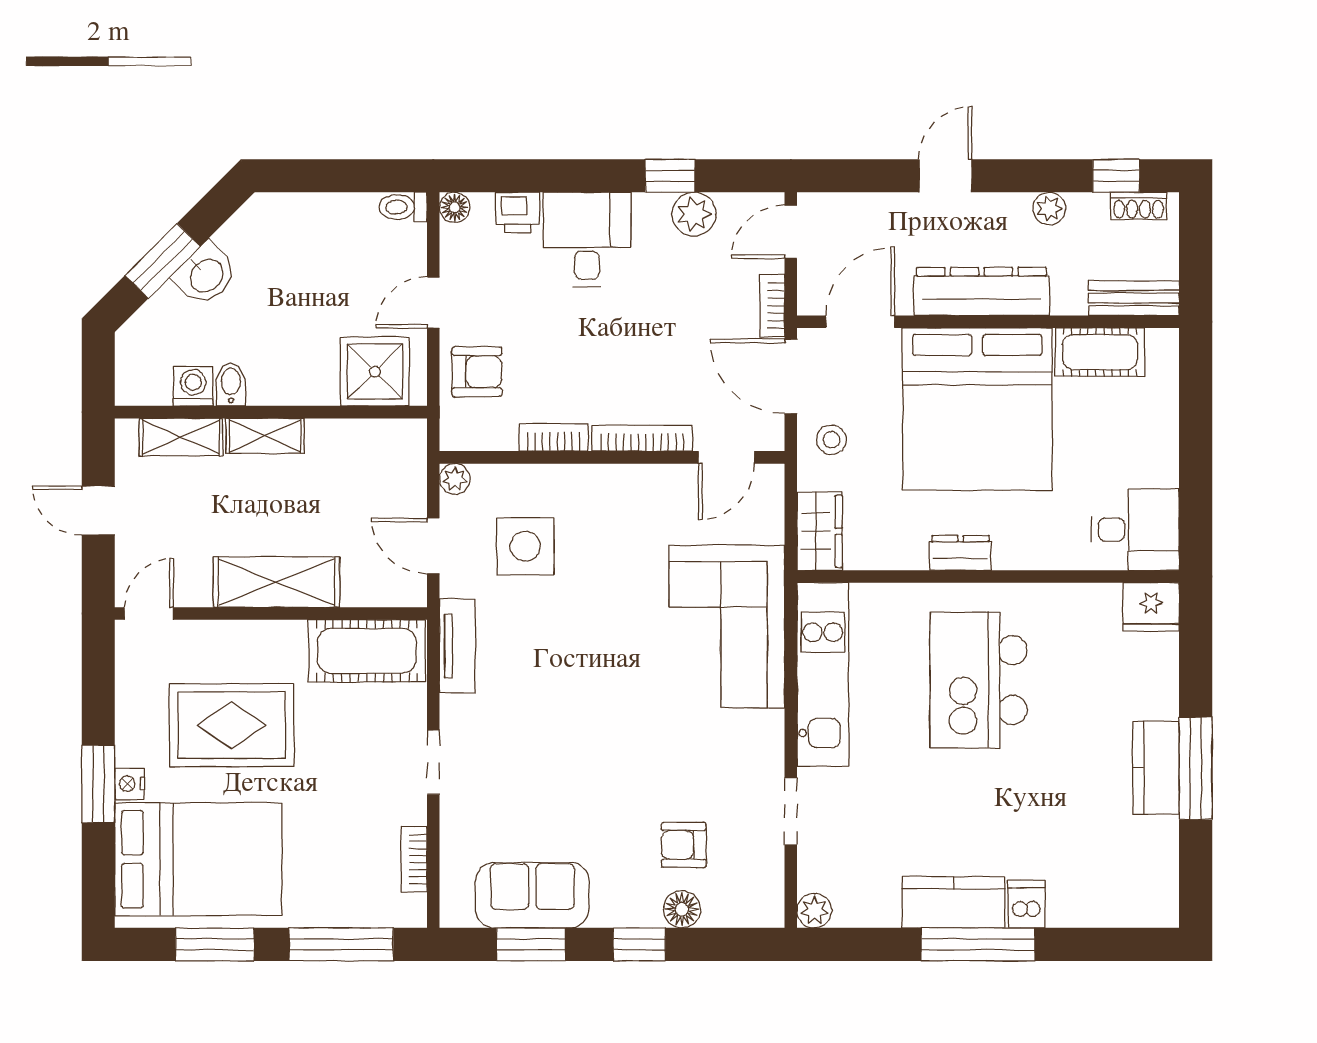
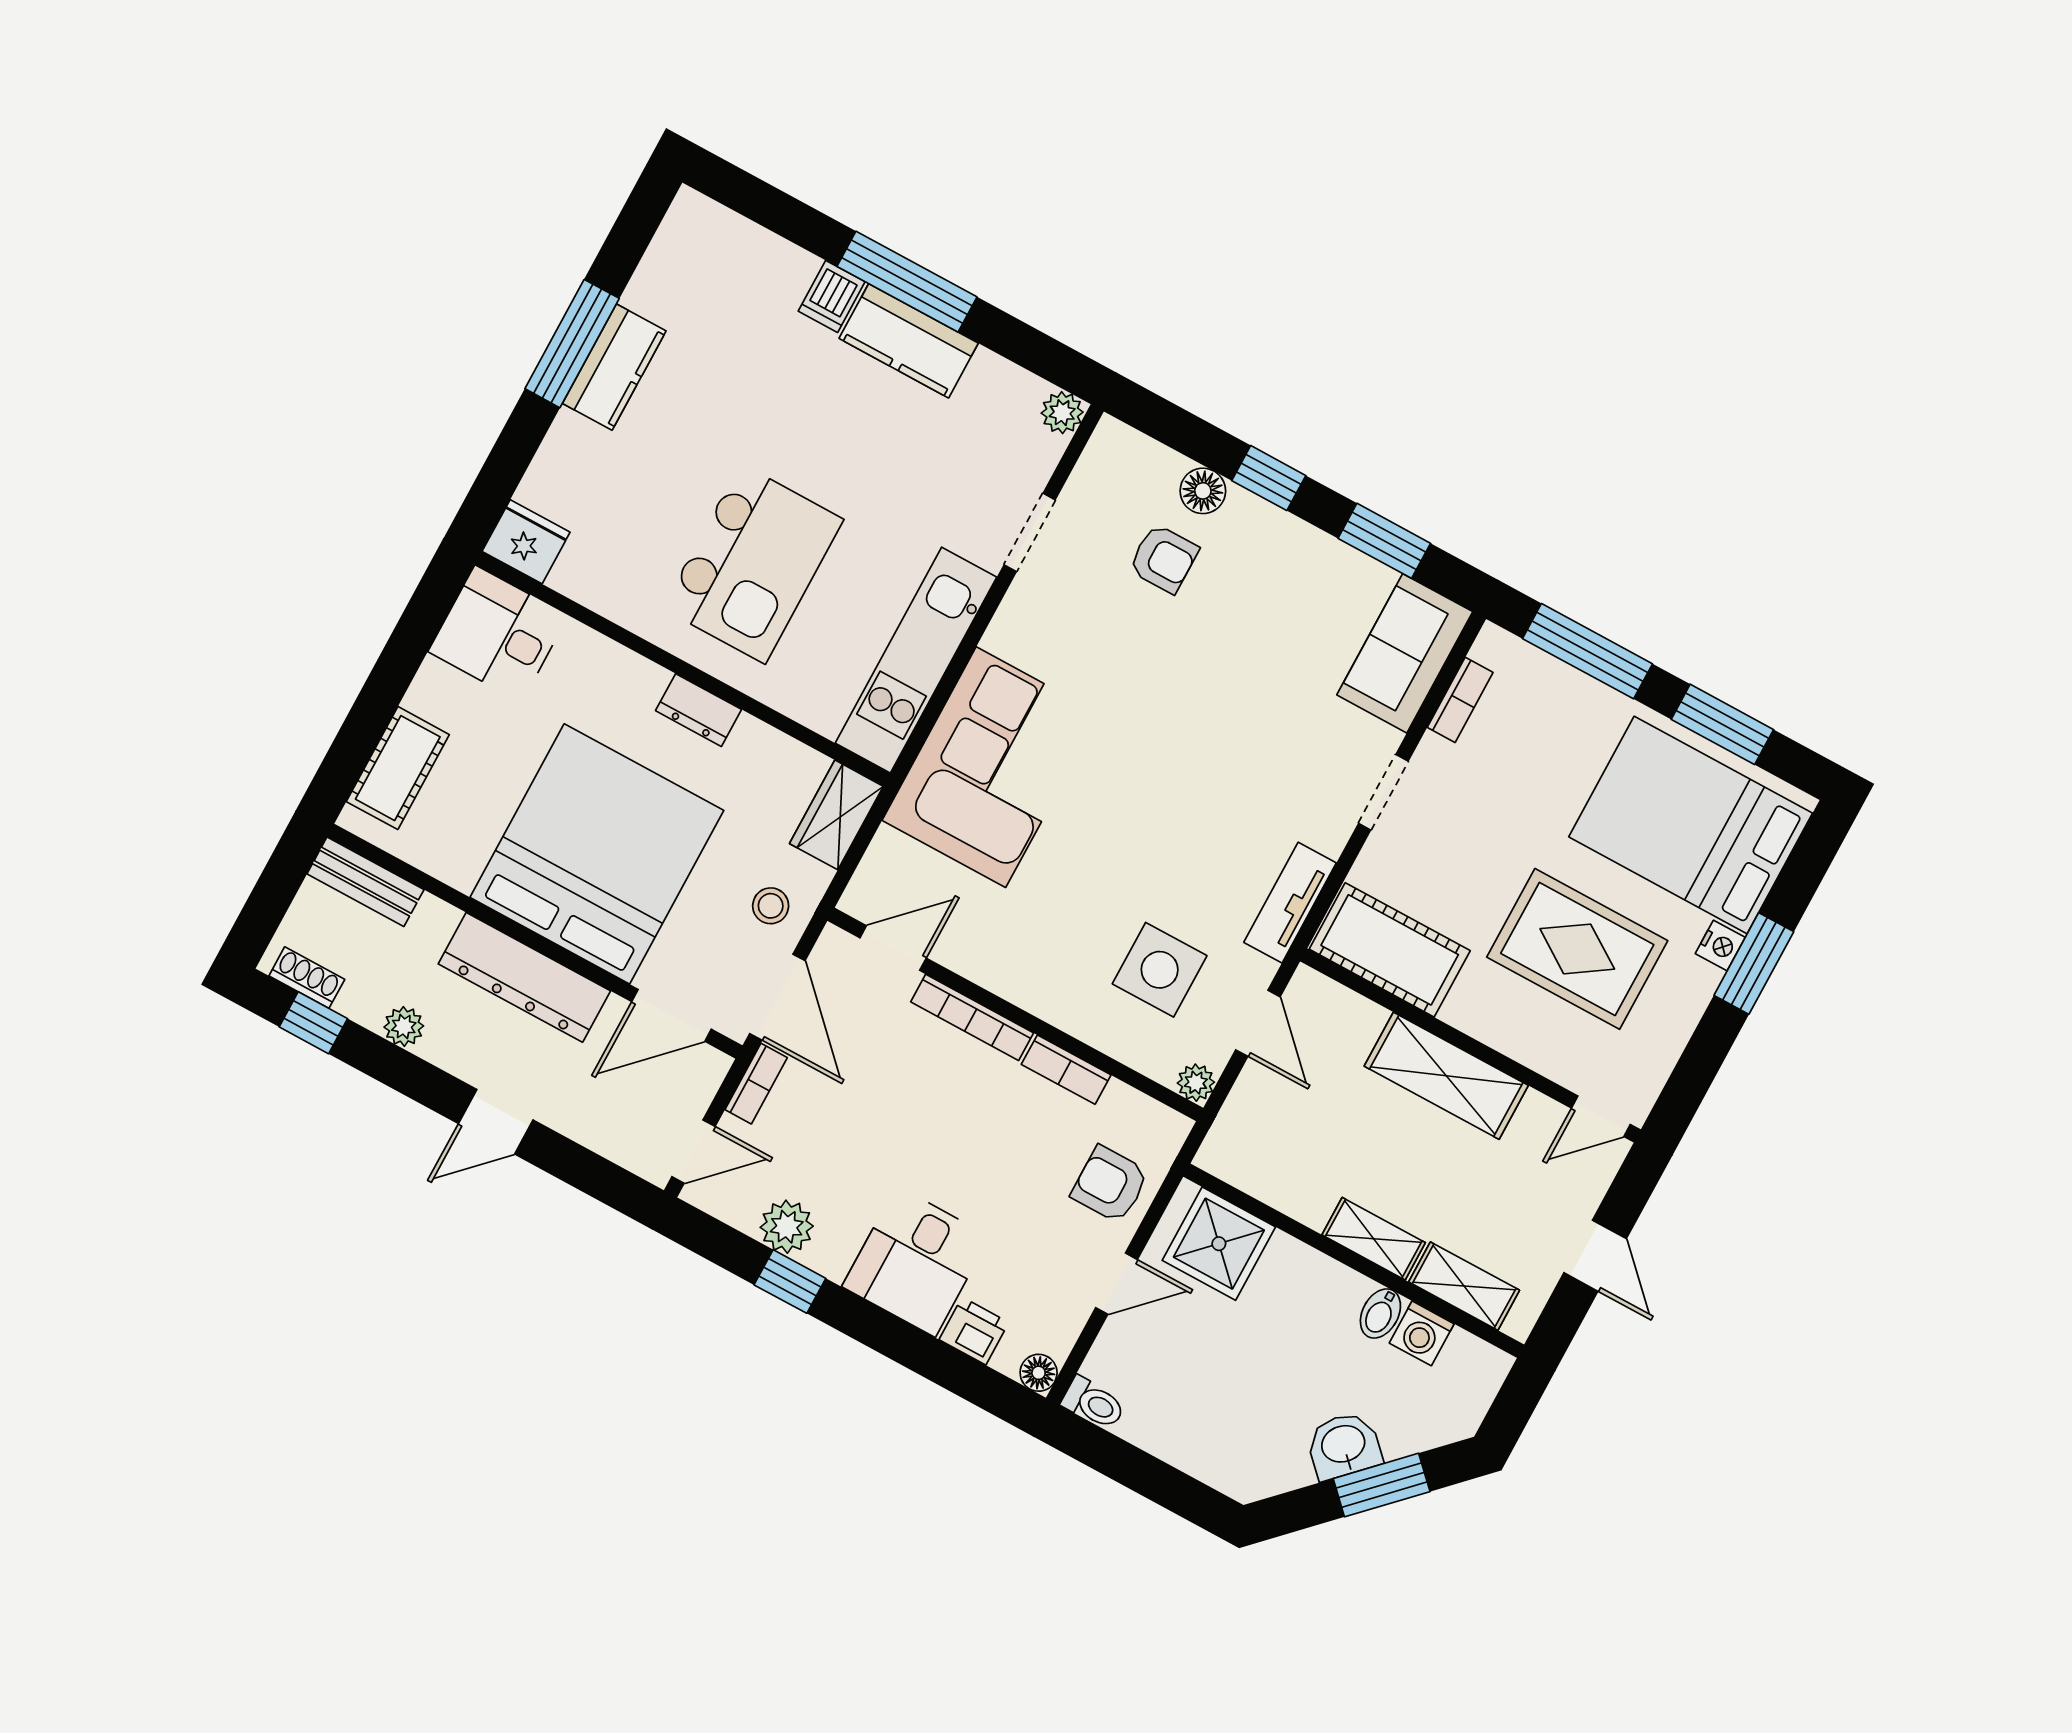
cot: (1100, 352) -> (398, 768), moved, turned 90
sofa: (532, 895) -> (1405, 653), moved, turned 90

